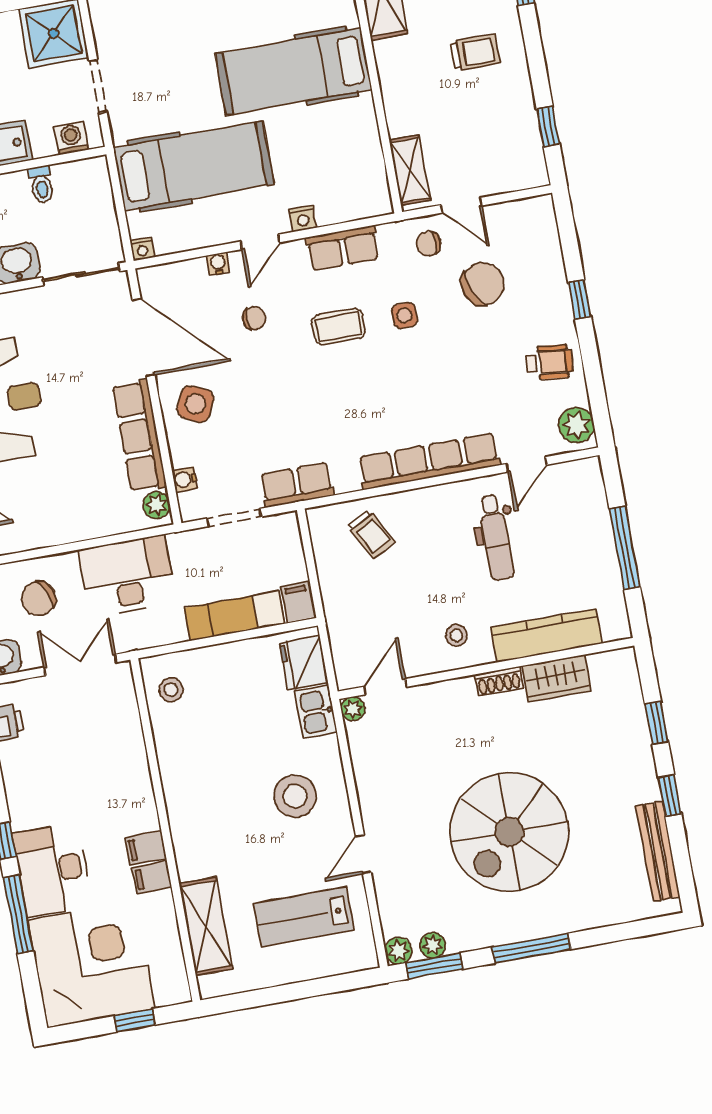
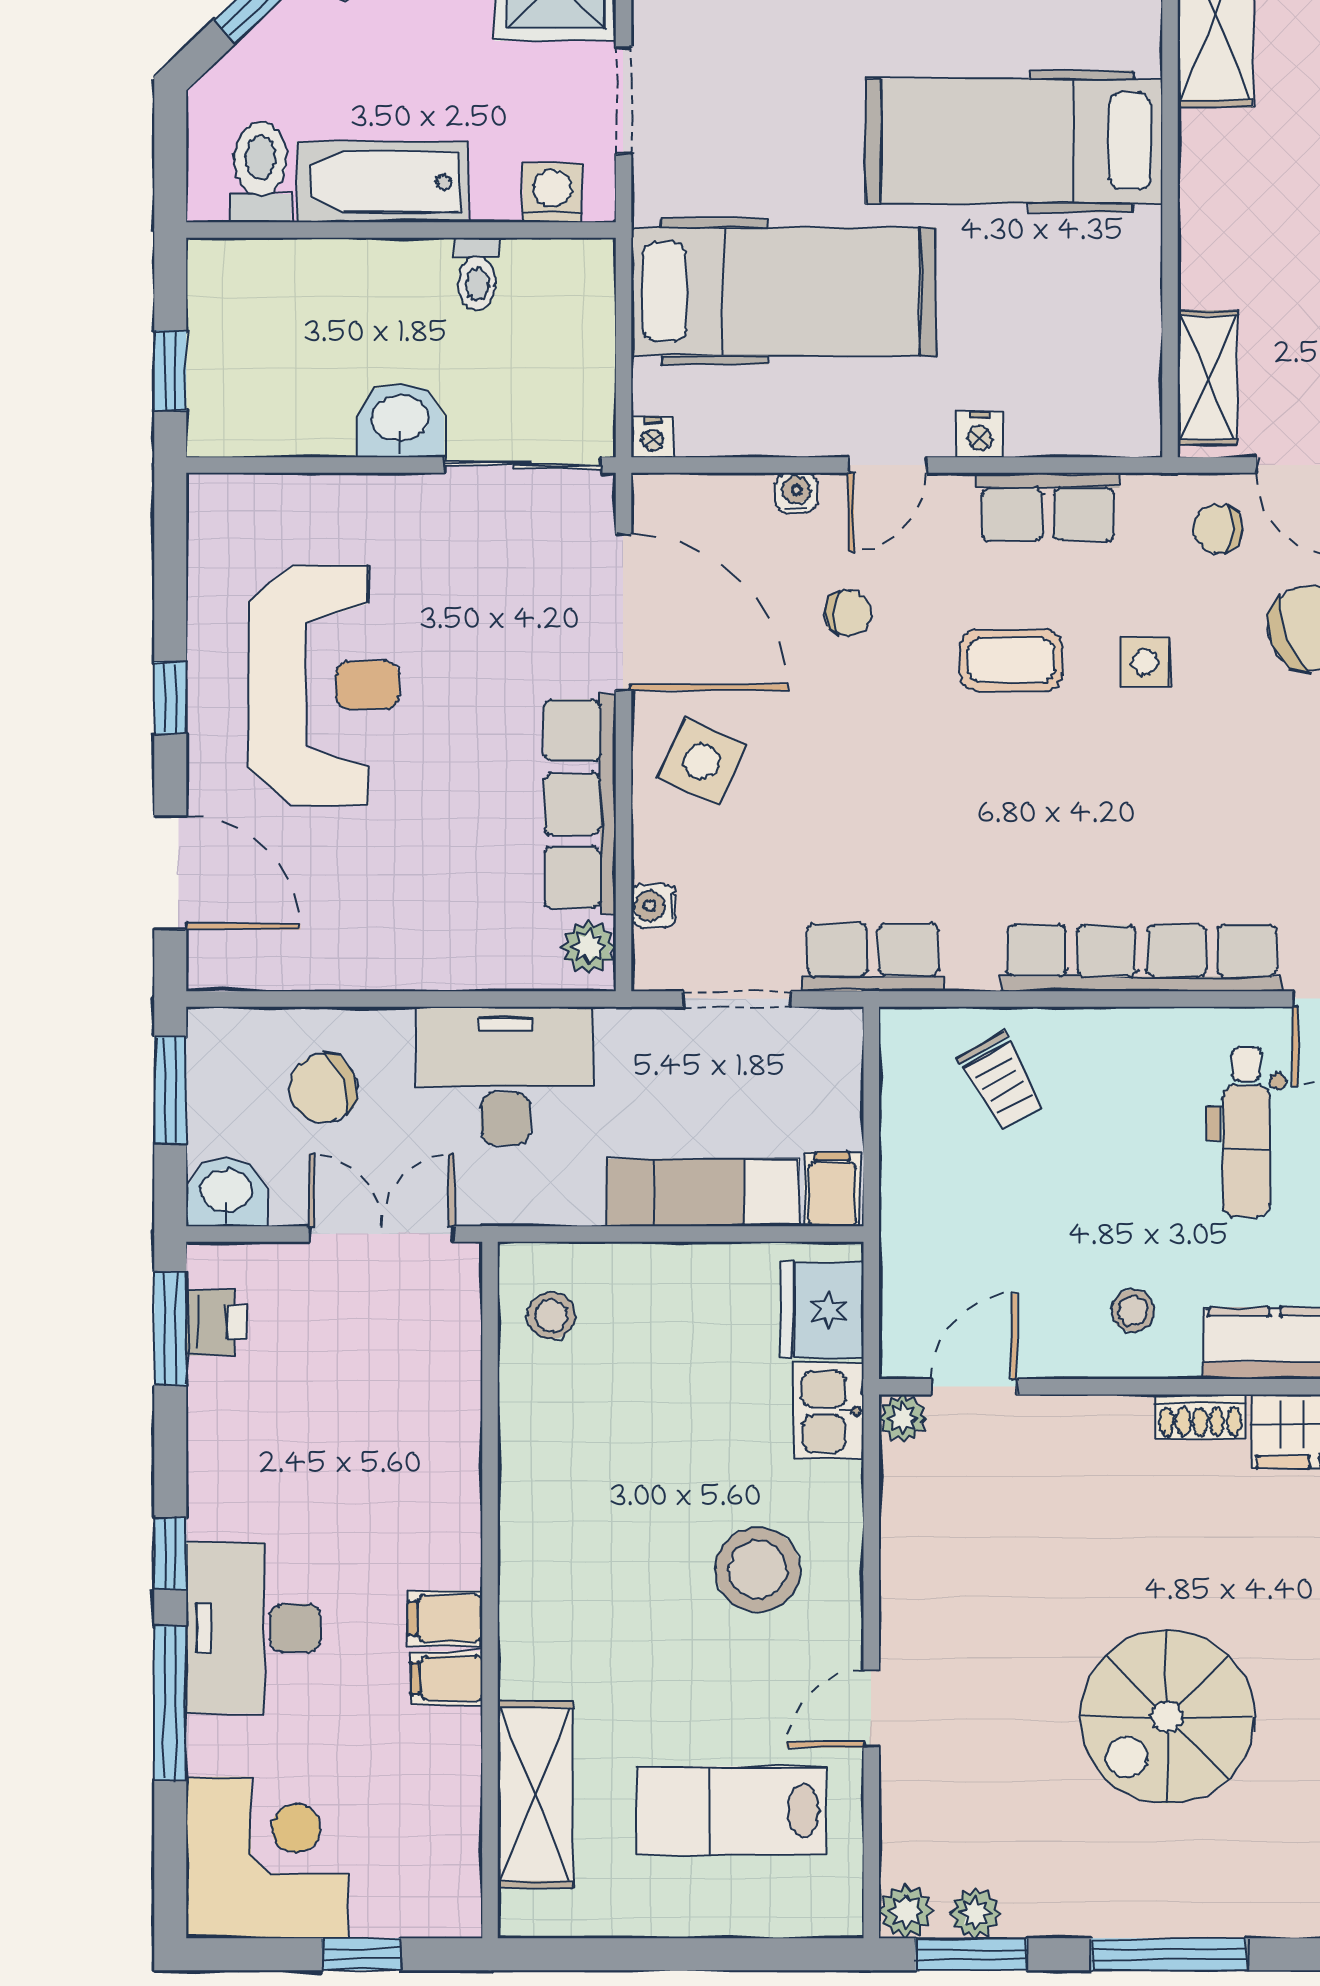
spiral stairs: (509, 832) -> (1167, 1717), width x0.73, depth x0.73
corner desk: (91, 964) -> (267, 1858), width x0.74, depth x0.74

